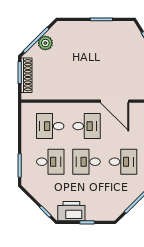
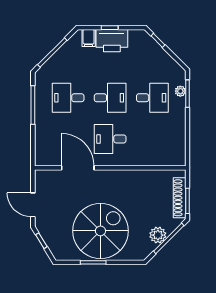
spiral stairs: (95, 47) -> (100, 231), added
desk: (50, 126) -> (152, 139), removed
desk: (50, 162) -> (152, 98), turned 180
plant: (26, 167) -> (180, 91), added
printer: (71, 211) -> (112, 41), moved
filing cabinet: (105, 213) -> (89, 38), added

